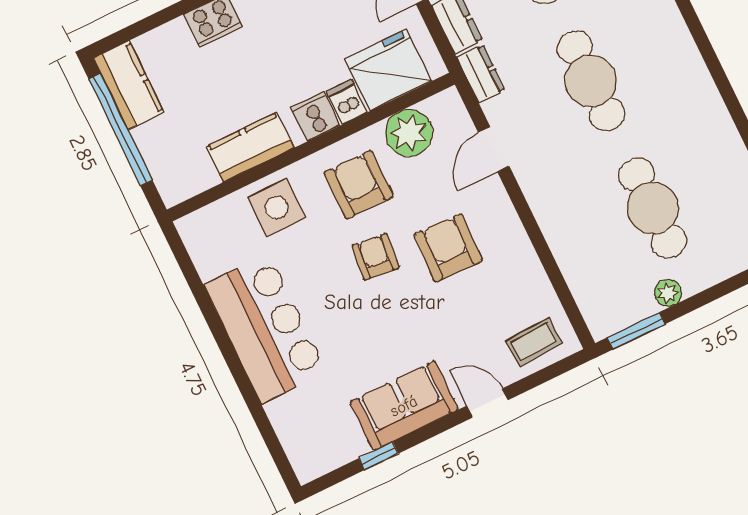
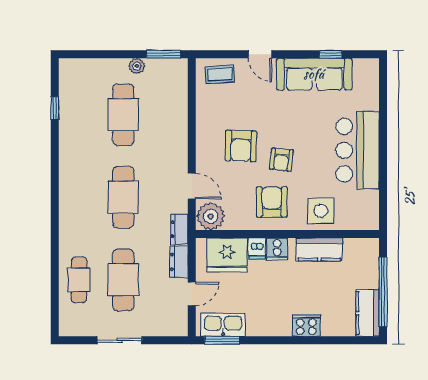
plant: (409, 133) -> (211, 216), moved
door: (494, 149) -> (192, 186), hinge flipped
armchair: (359, 185) -> (272, 202), turned 180
sofa: (404, 406) -> (314, 74), width x1.36

